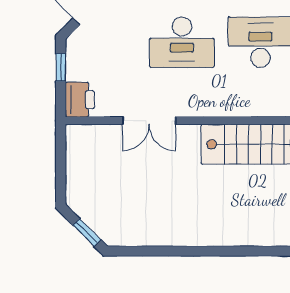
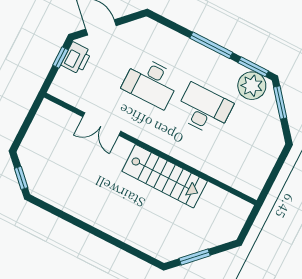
printer: (80, 100) -> (76, 58), moved

